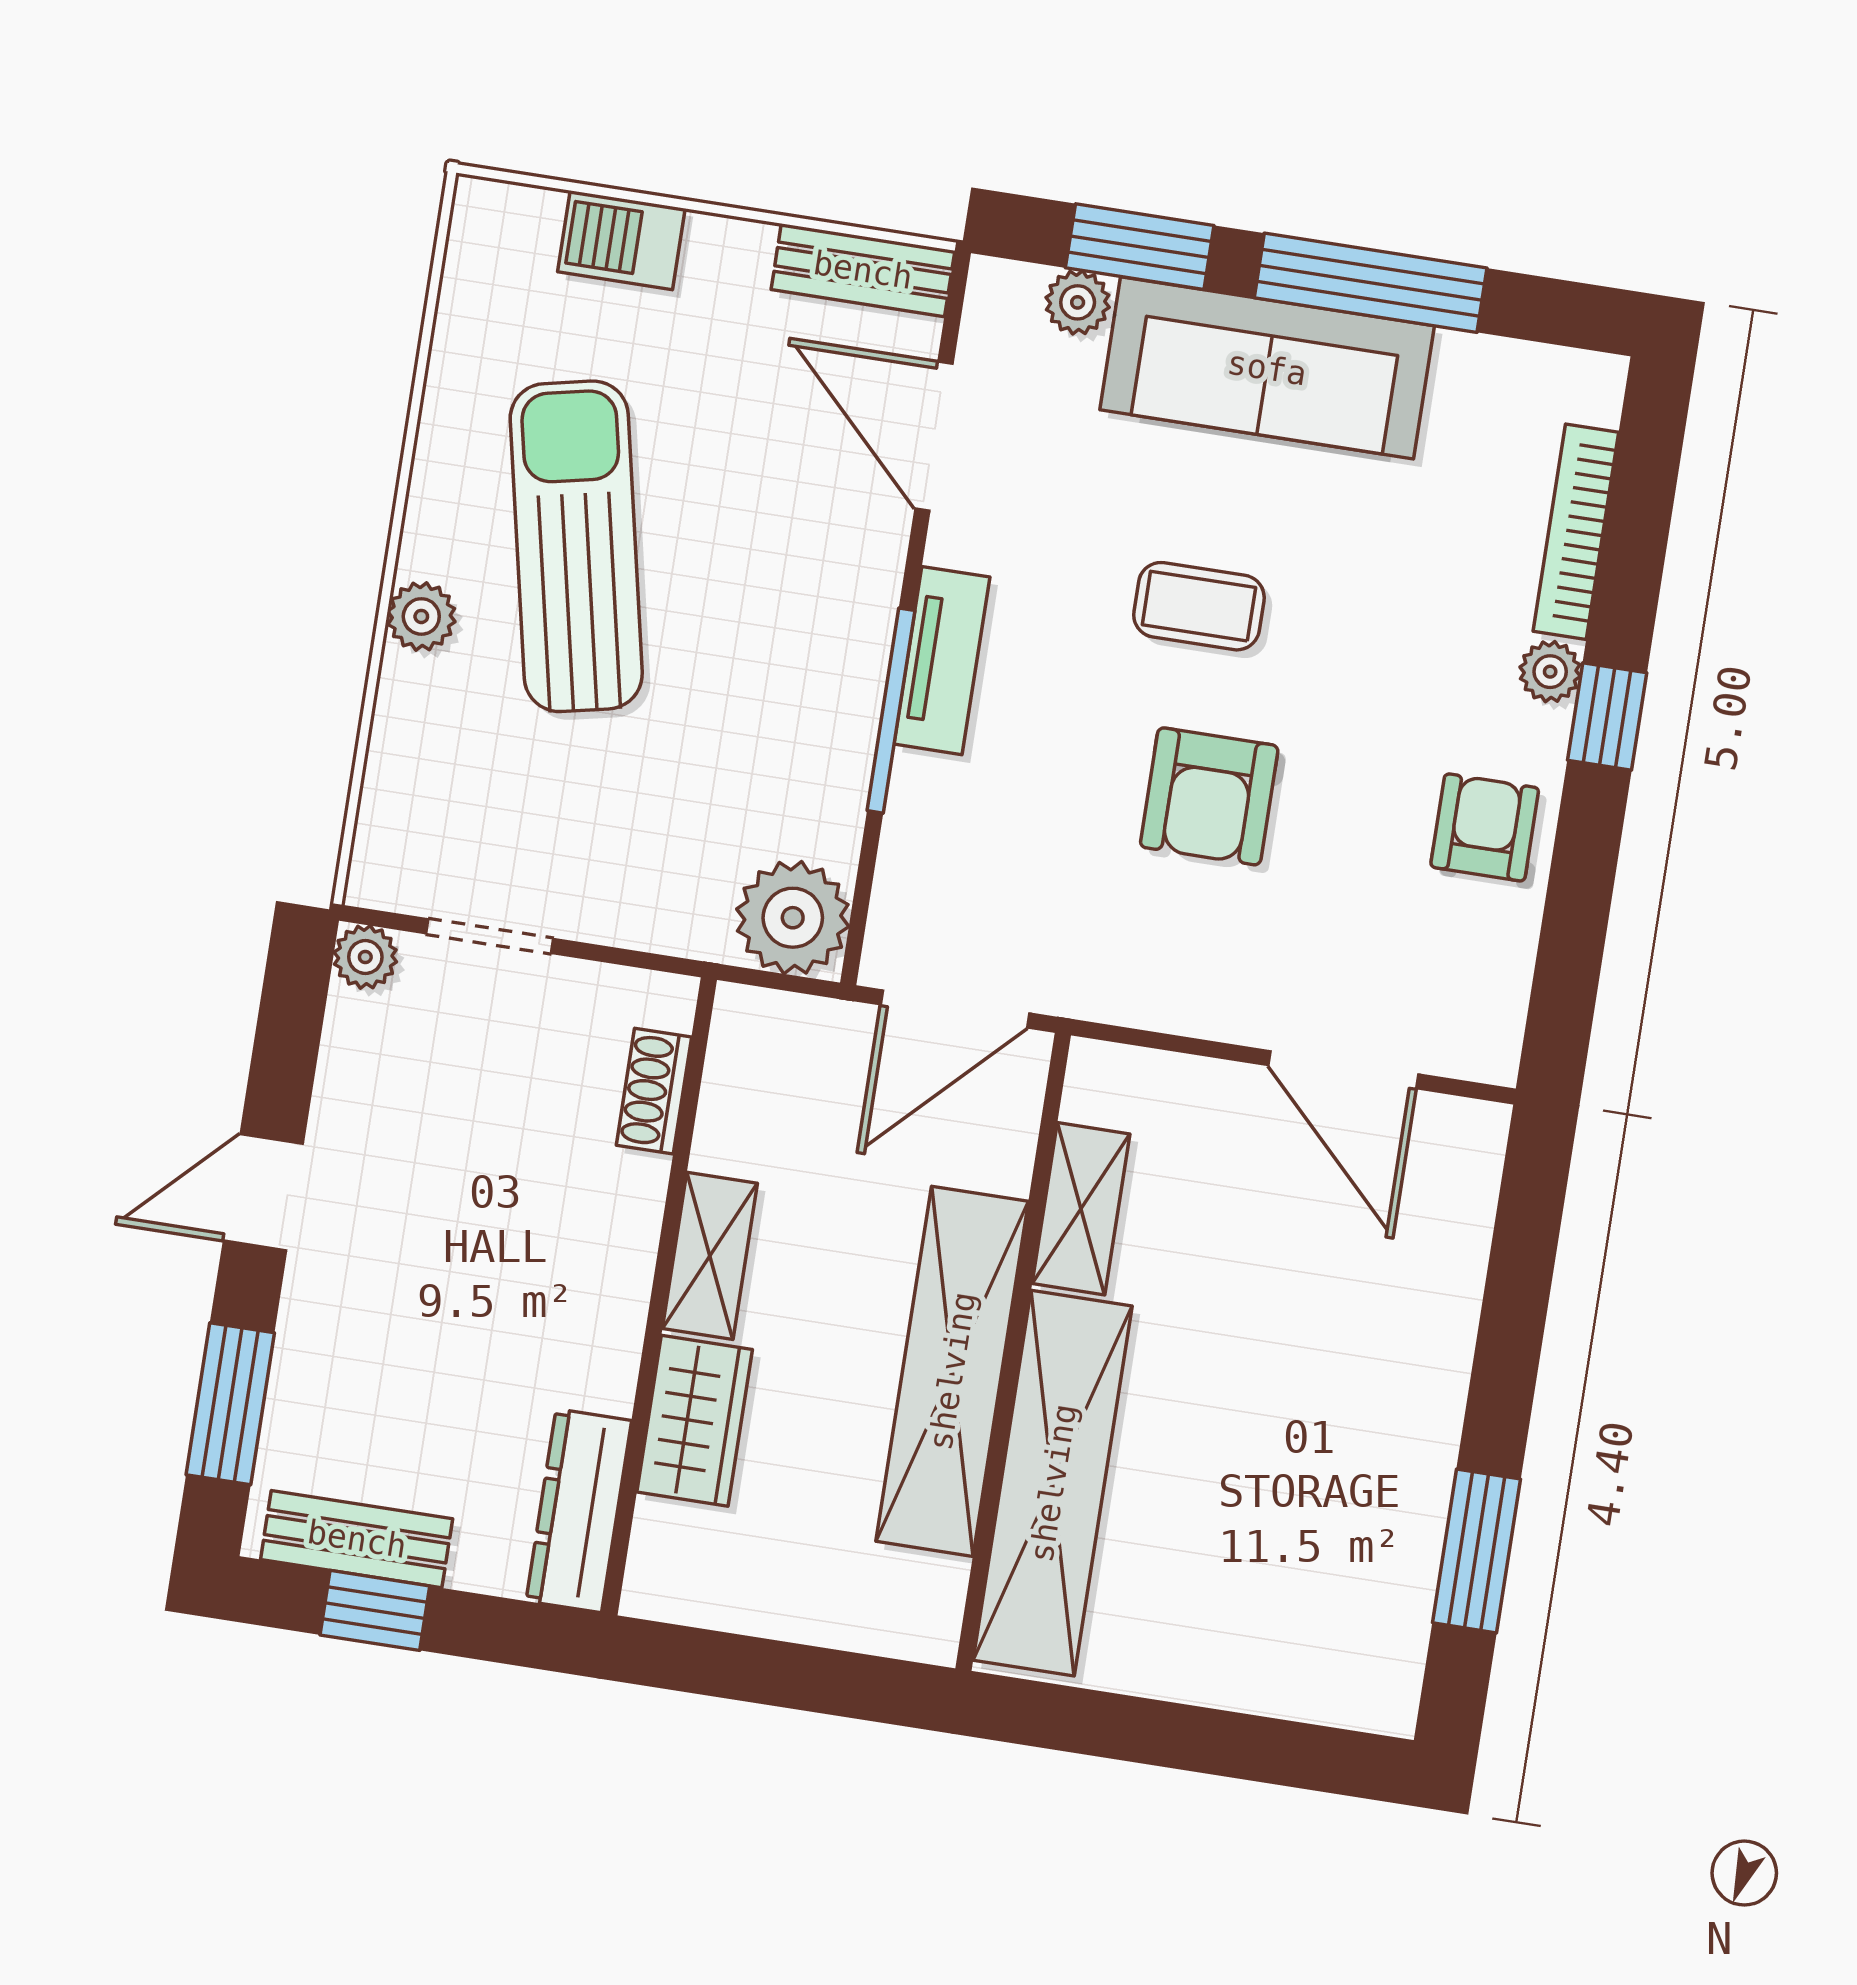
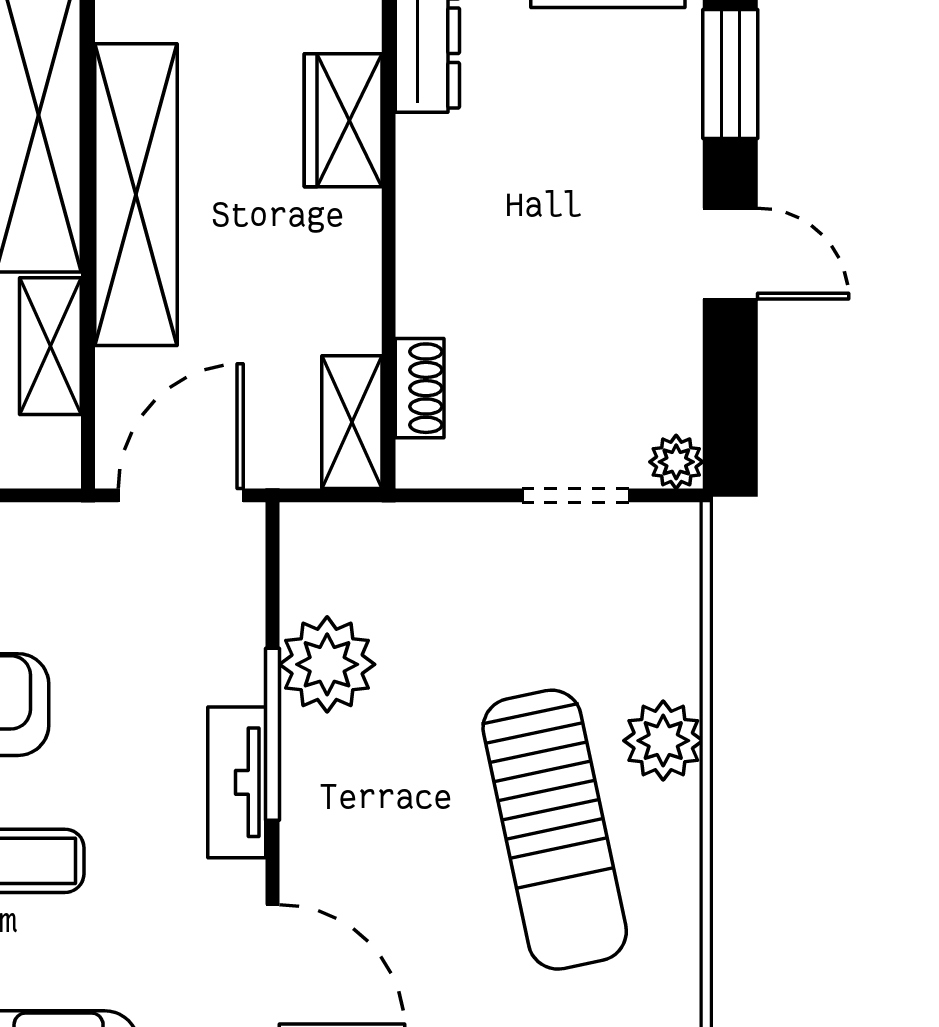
plant: (421, 616) -> (663, 741), width x1.38, depth x1.38
plant: (793, 918) -> (327, 664), moved
door: (263, 1192) -> (730, 254), hinge flipped
shelving: (710, 1256) -> (352, 422), moved

